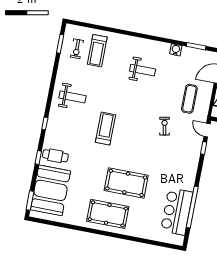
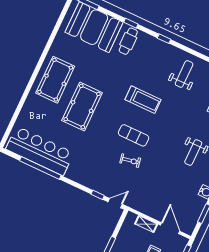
weight bench: (72, 97) -> (184, 74), turned 180
exercise mat: (189, 99) -> (134, 135), moved
bar counter: (177, 211) -> (40, 151), width x1.36

